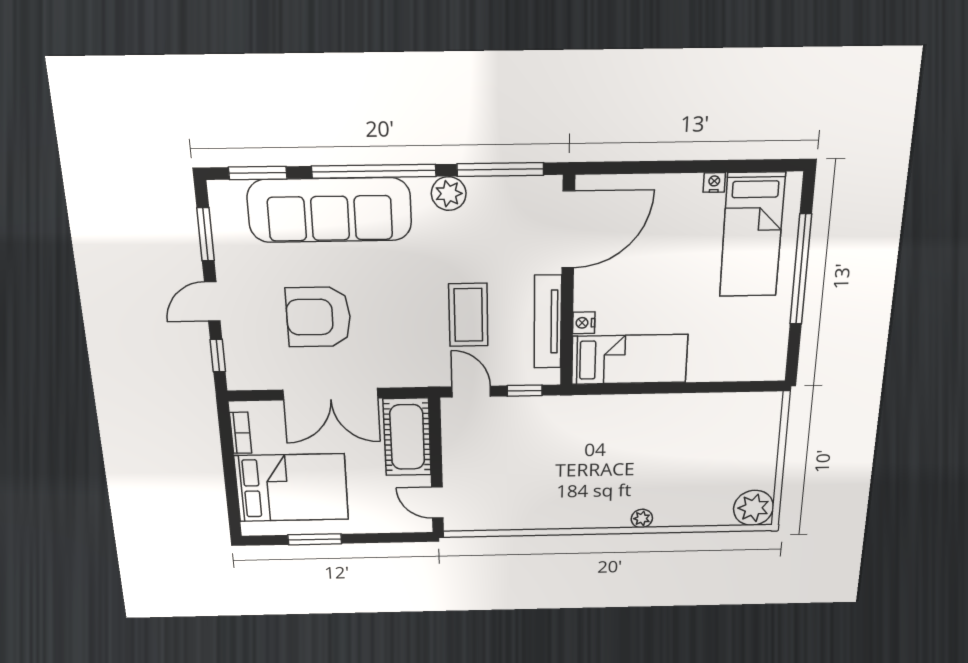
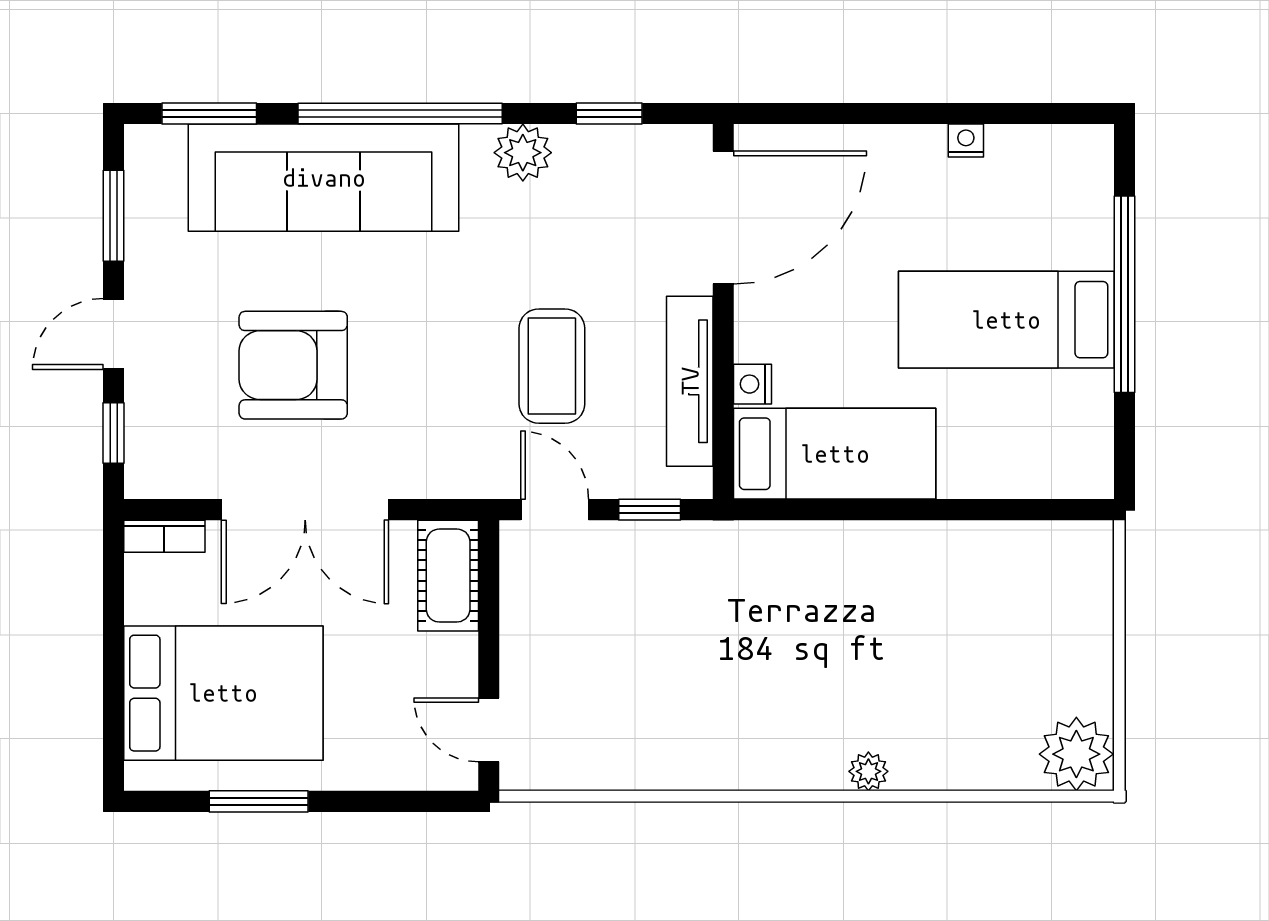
window: (500, 169) -> (609, 114), width x0.46
bed: (752, 235) -> (1006, 320), moved, turned 90
bookcase: (241, 433) -> (164, 536), moved, turned 90
cot: (407, 437) -> (448, 576), width x0.73, depth x0.75

